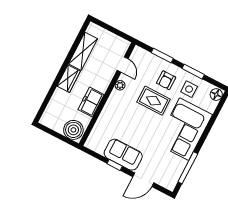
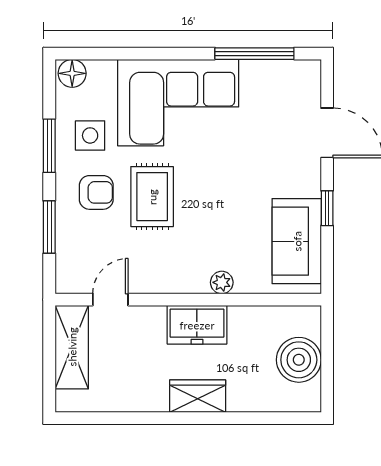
shelving: (83, 51) -> (72, 347), moved, turned 90
plant: (120, 85) -> (222, 282), moved
freezer: (91, 102) -> (197, 325), moved
boiler: (73, 130) -> (299, 360), moved
sofa: (123, 155) -> (297, 241), moved

